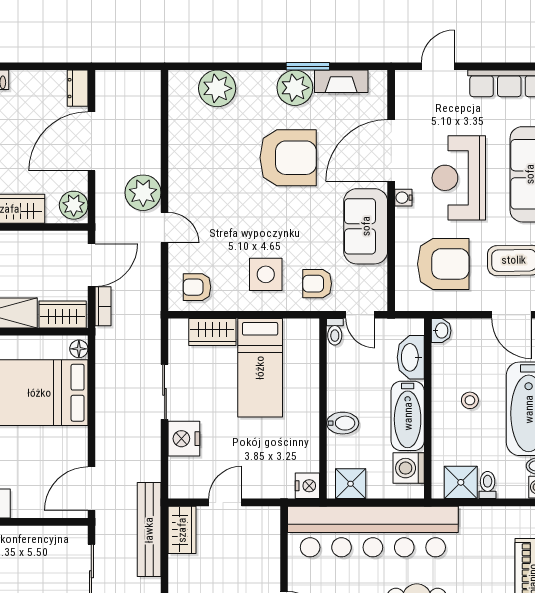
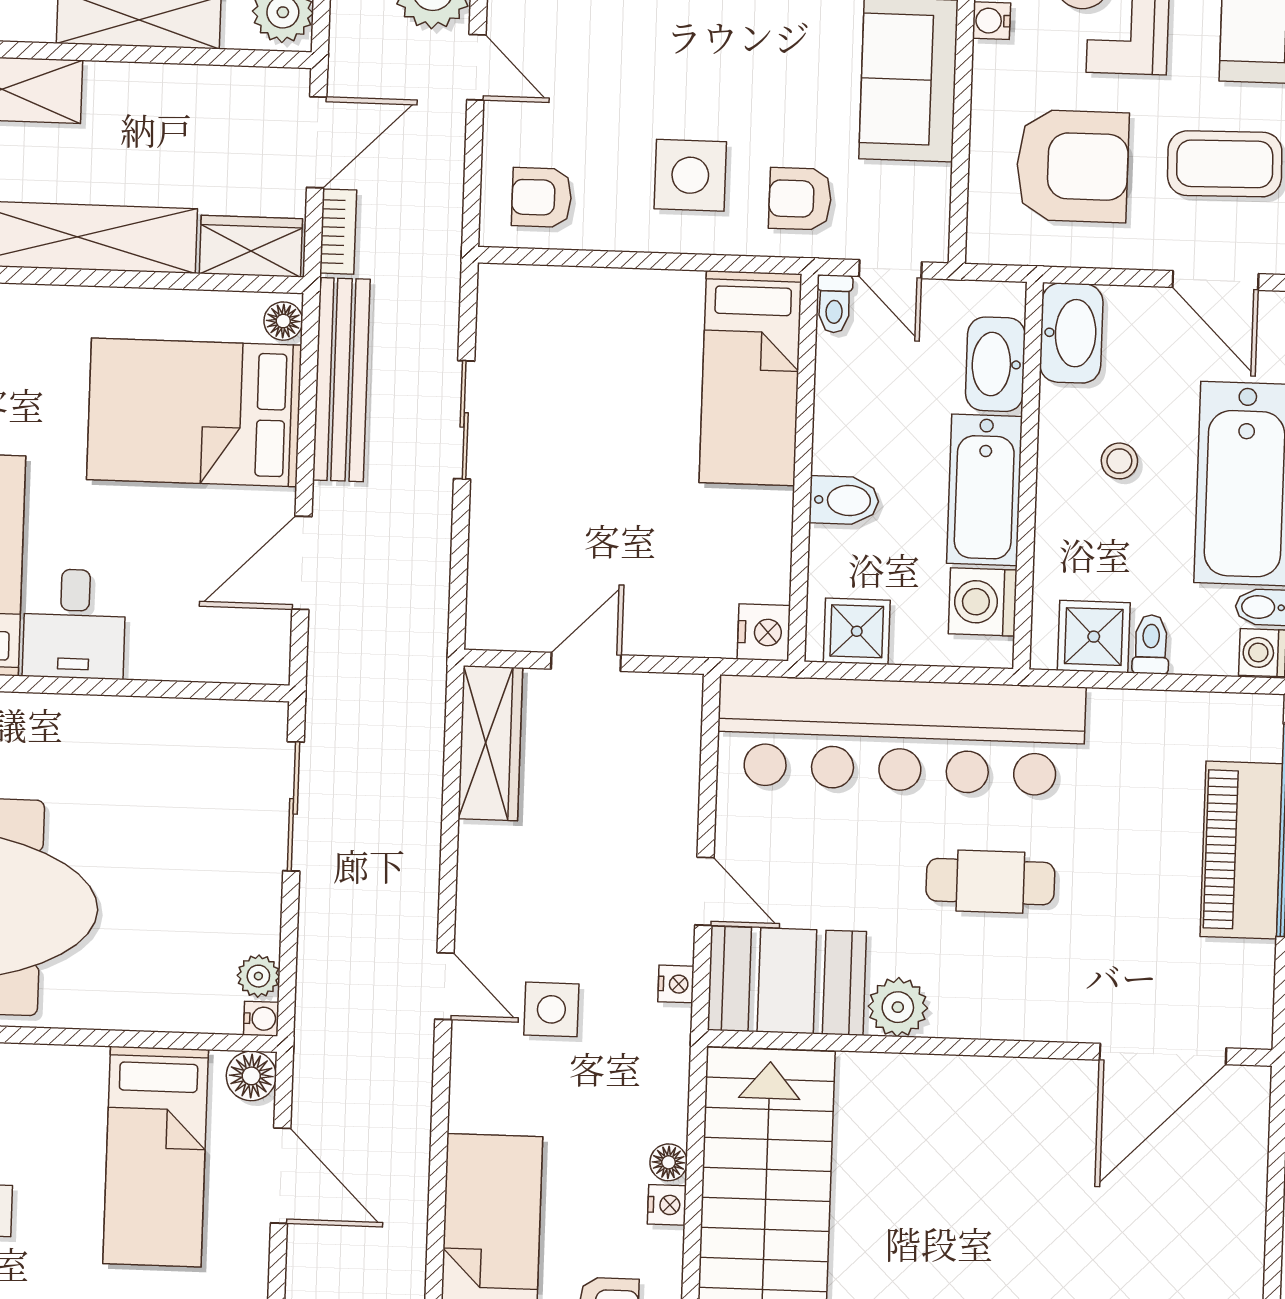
washbasin: (441, 331) -> (1071, 333), width x1.91, depth x1.45
wardrobe: (212, 332) -> (571, 295), removed
bed: (260, 368) -> (751, 378), moved
nightstand: (184, 439) -> (502, 522), removed
door: (91, 489) -> (302, 563), moved
bench: (149, 530) -> (341, 380), moved
wardrobe: (182, 530) -> (490, 743), width x1.50

